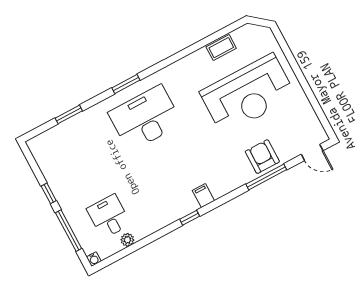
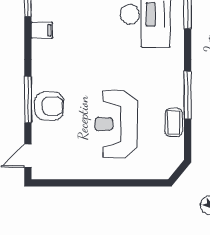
window: (193, 48) -> (188, 95), added
reception desk: (248, 94) -> (116, 124), width x0.74, depth x0.77

